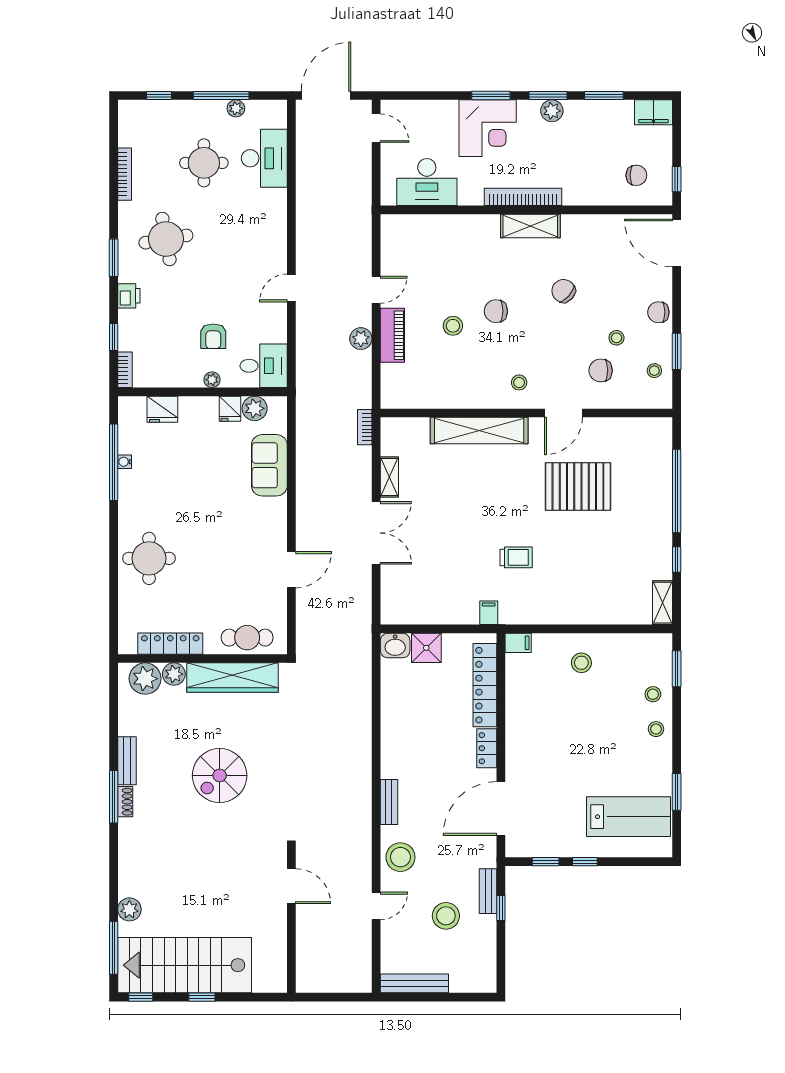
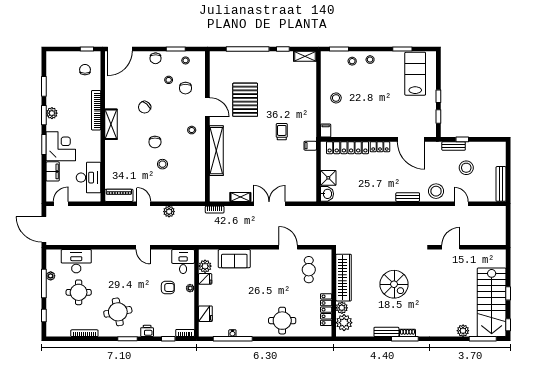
filing cabinet: (653, 112) -> (53, 171), moved
bookcase: (523, 197) -> (96, 110), moved
piano: (392, 335) -> (119, 195), moved
cafe table: (247, 638) -> (309, 270), moved

